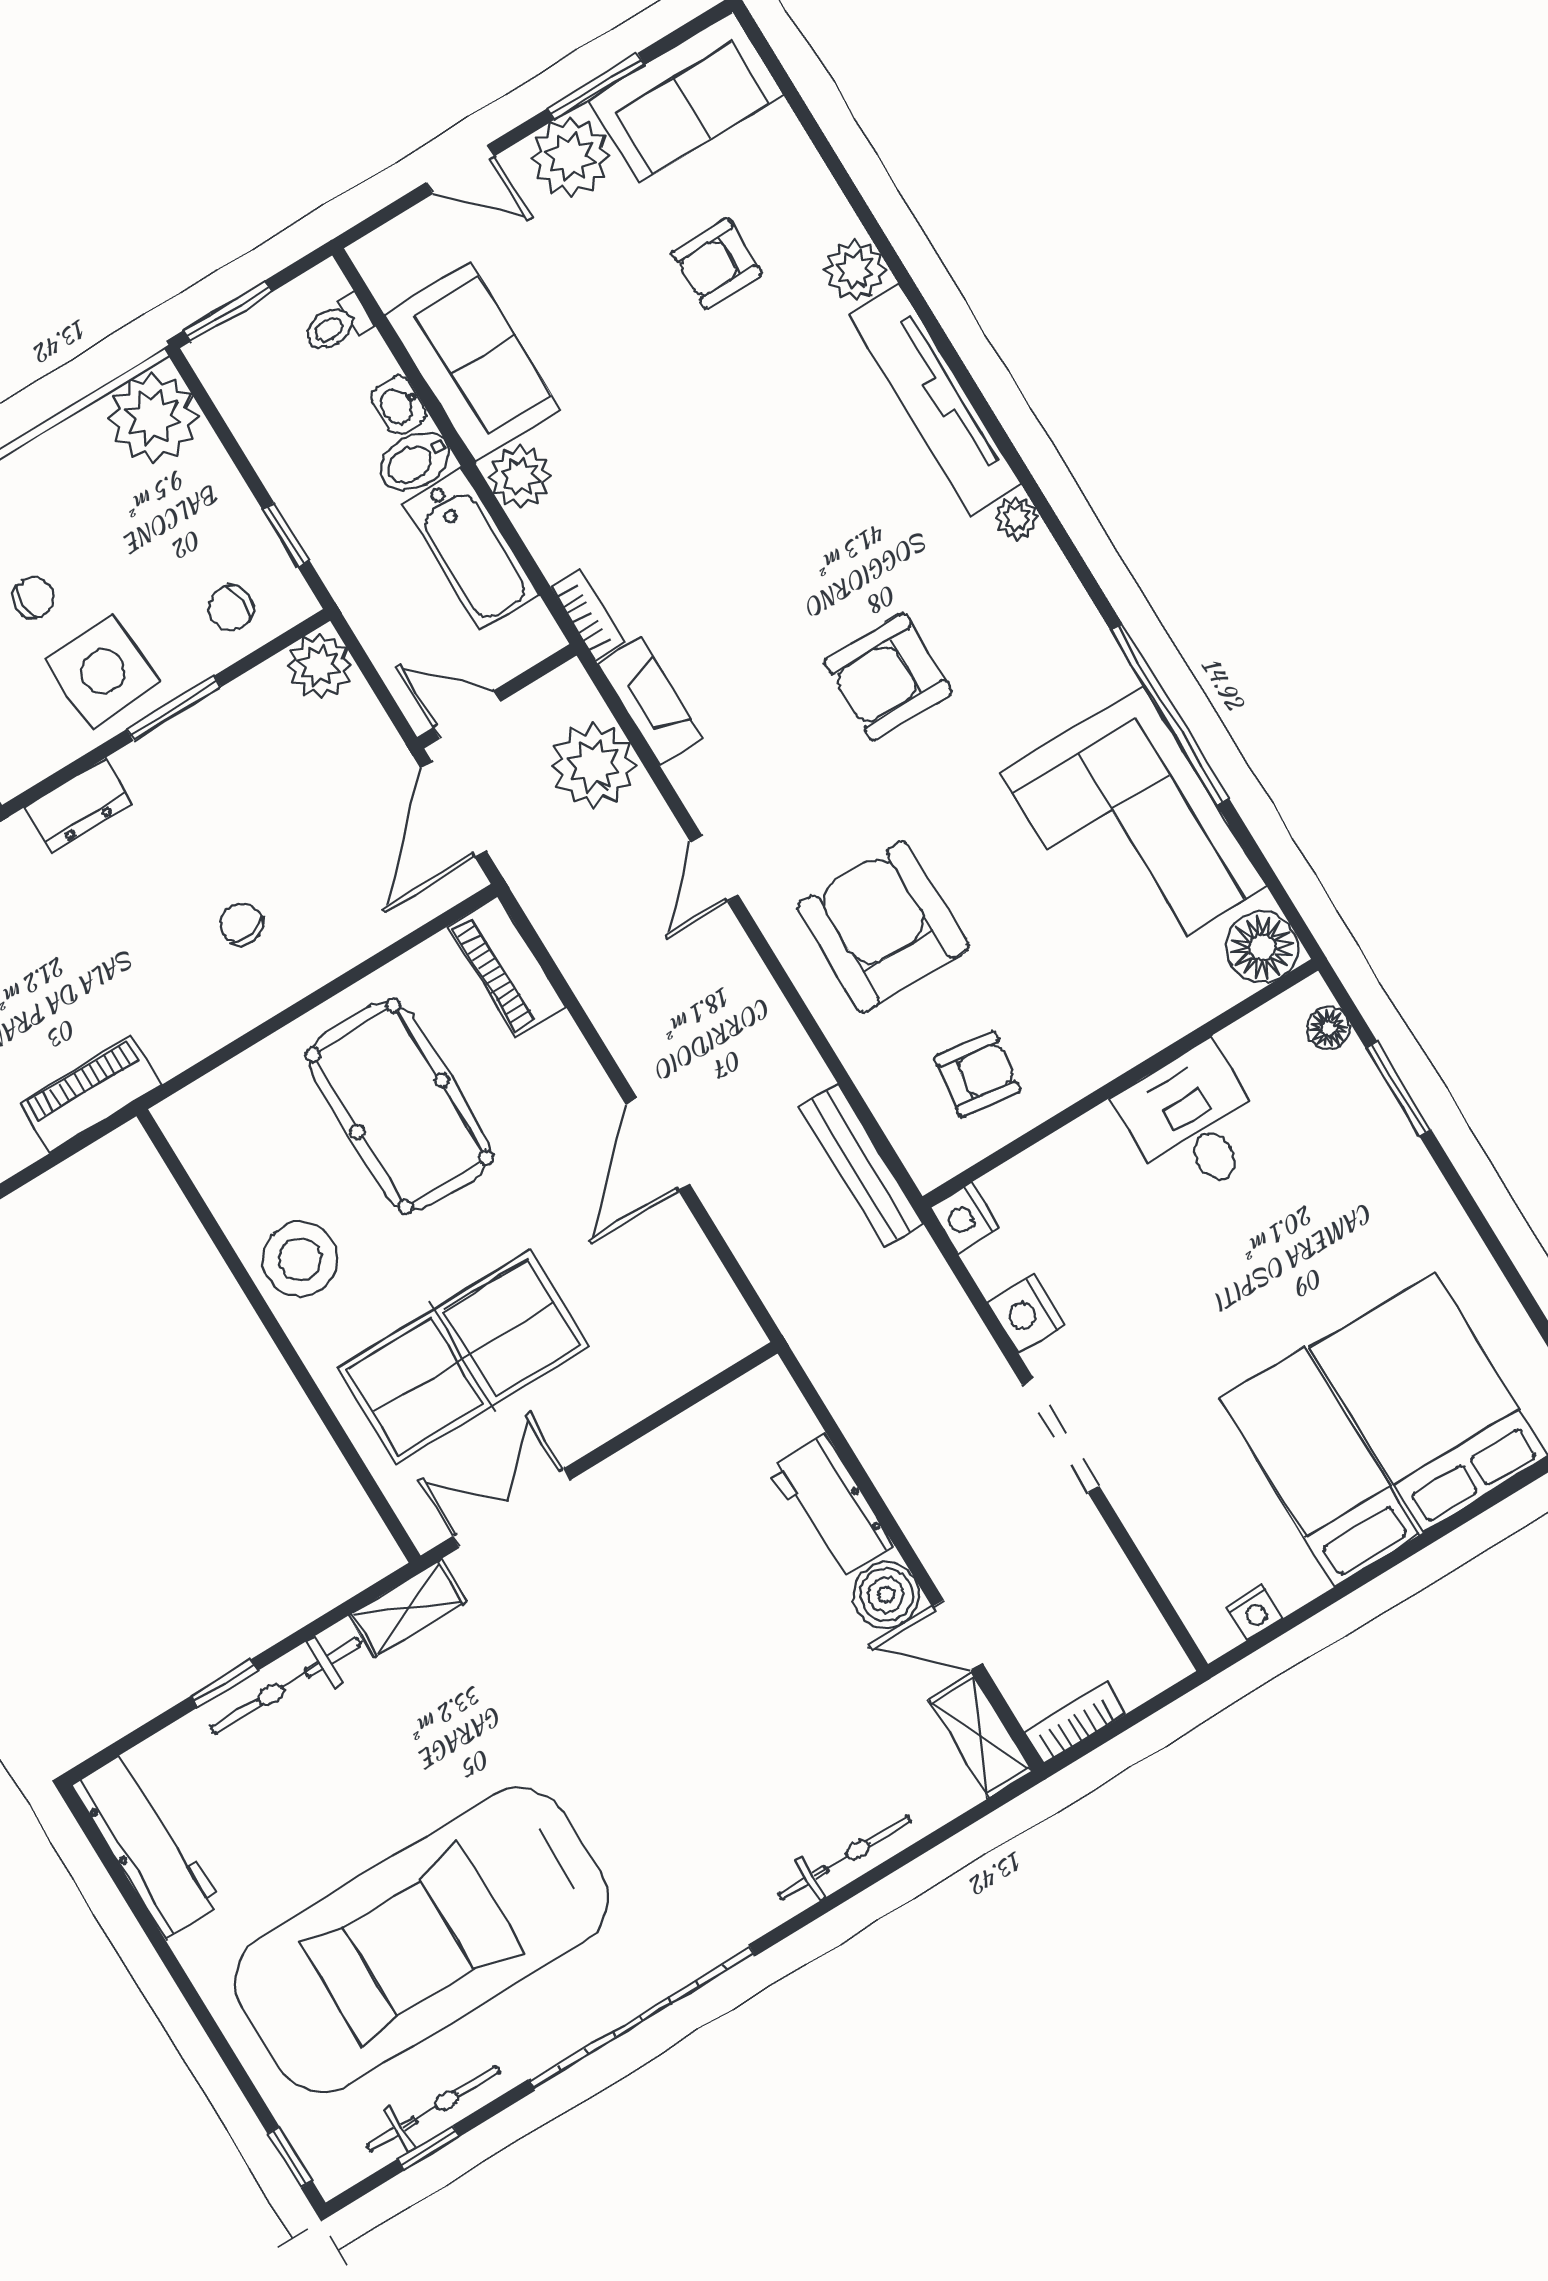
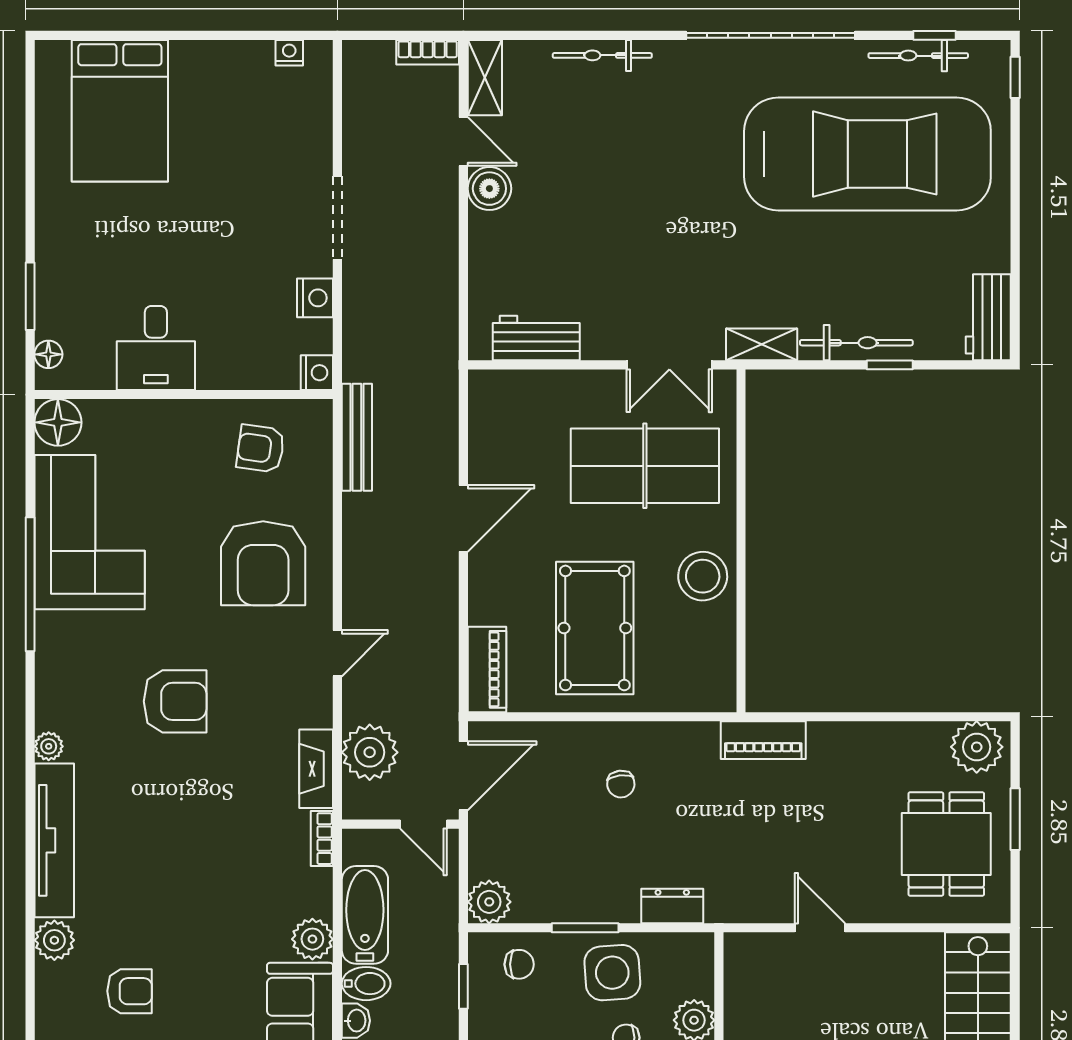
bed: (1319, 1467) -> (203, 112), removed
workbench: (831, 1507) -> (536, 338), moved, turned -90
workbench: (147, 1845) -> (988, 317), width x0.73

